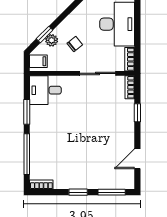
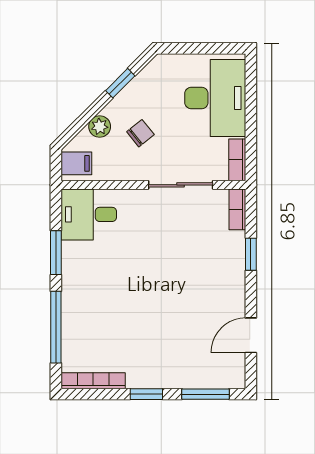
window: (45, 34) -> (120, 83), moved
bookcase: (41, 185) -> (93, 381), width x1.56

